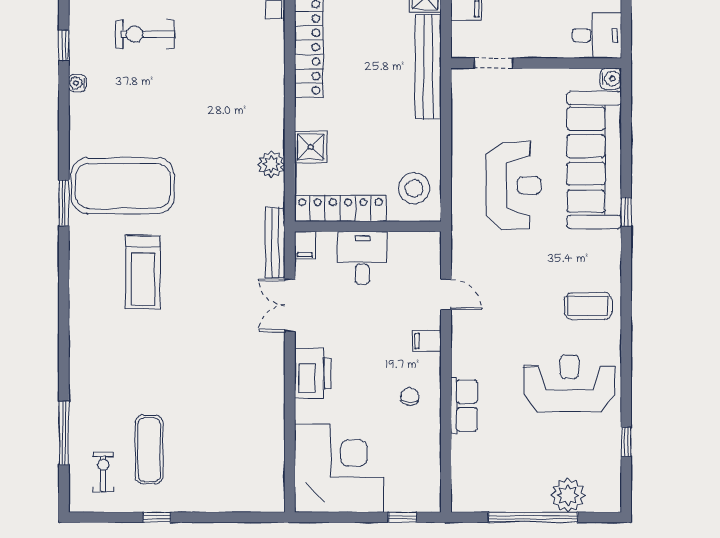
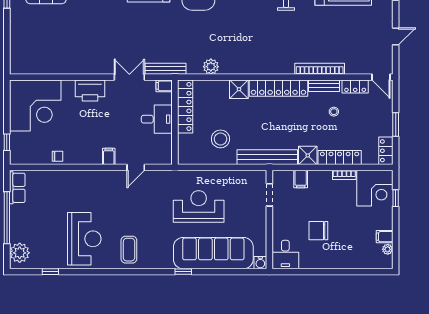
shower: (311, 147) -> (239, 89), moved
reception desk: (513, 185) -> (199, 206), turned 180
stool: (414, 188) -> (220, 139), moved
chair: (410, 397) -> (58, 156), moved
row of seats: (464, 406) -> (17, 188), moved, turned -90
plant: (568, 495) -> (20, 253), moved

